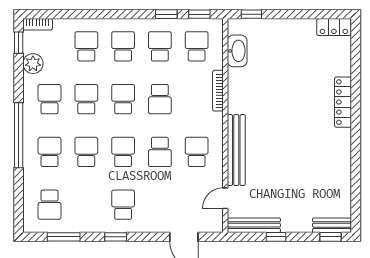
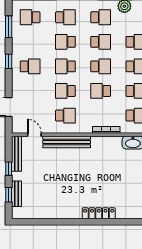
school desk: (86, 152) -> (65, 42), turned 180
school desk: (123, 152) -> (65, 66), turned 180
bench: (332, 225) -> (16, 194), moved
window: (331, 237) -> (9, 195), moved

